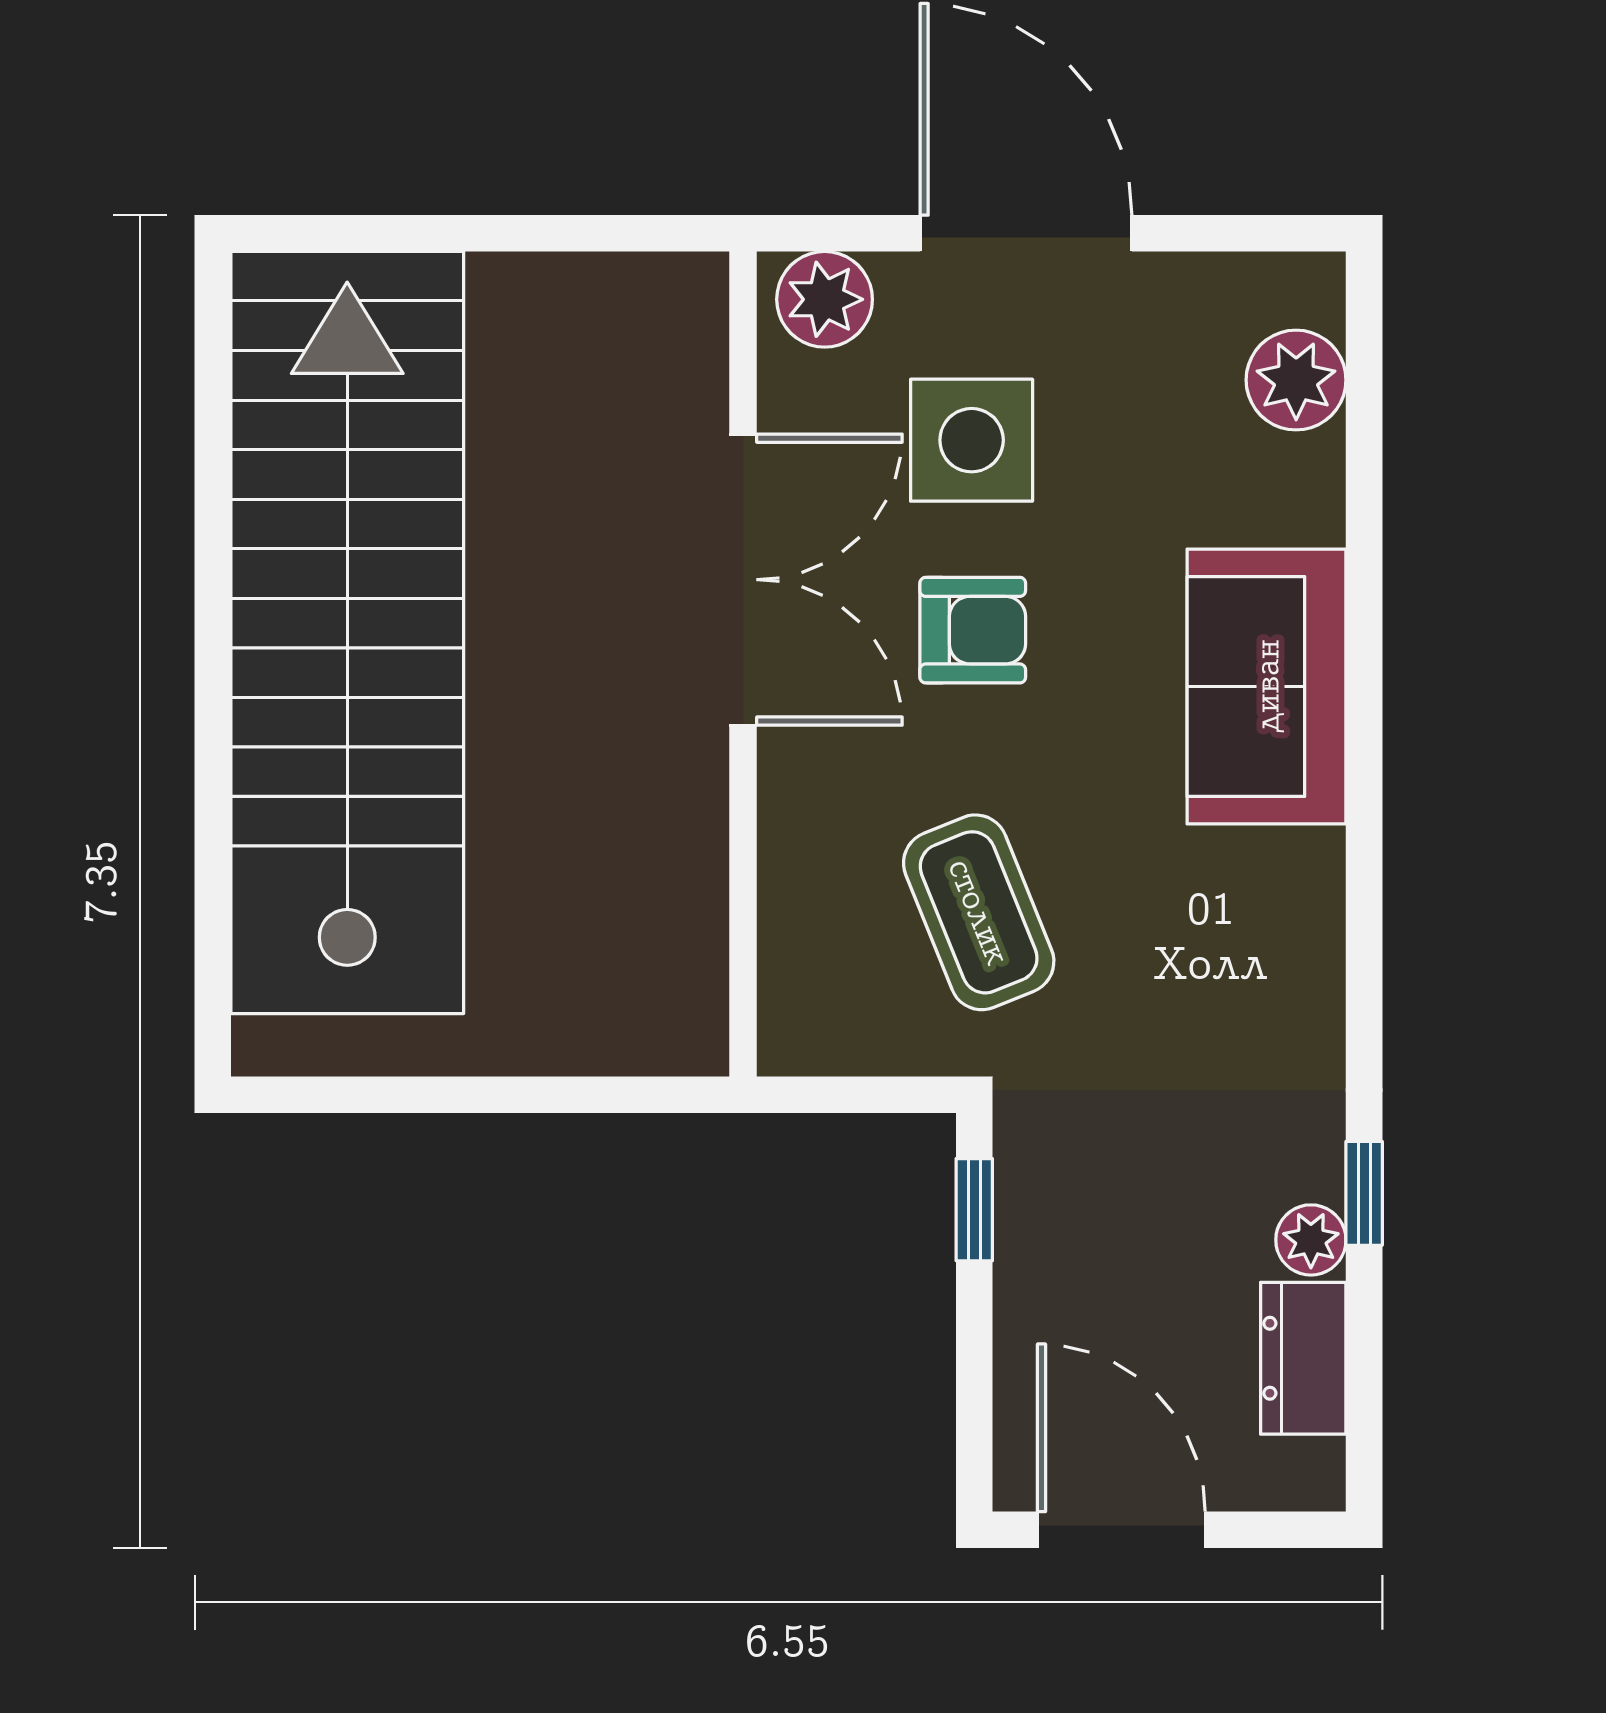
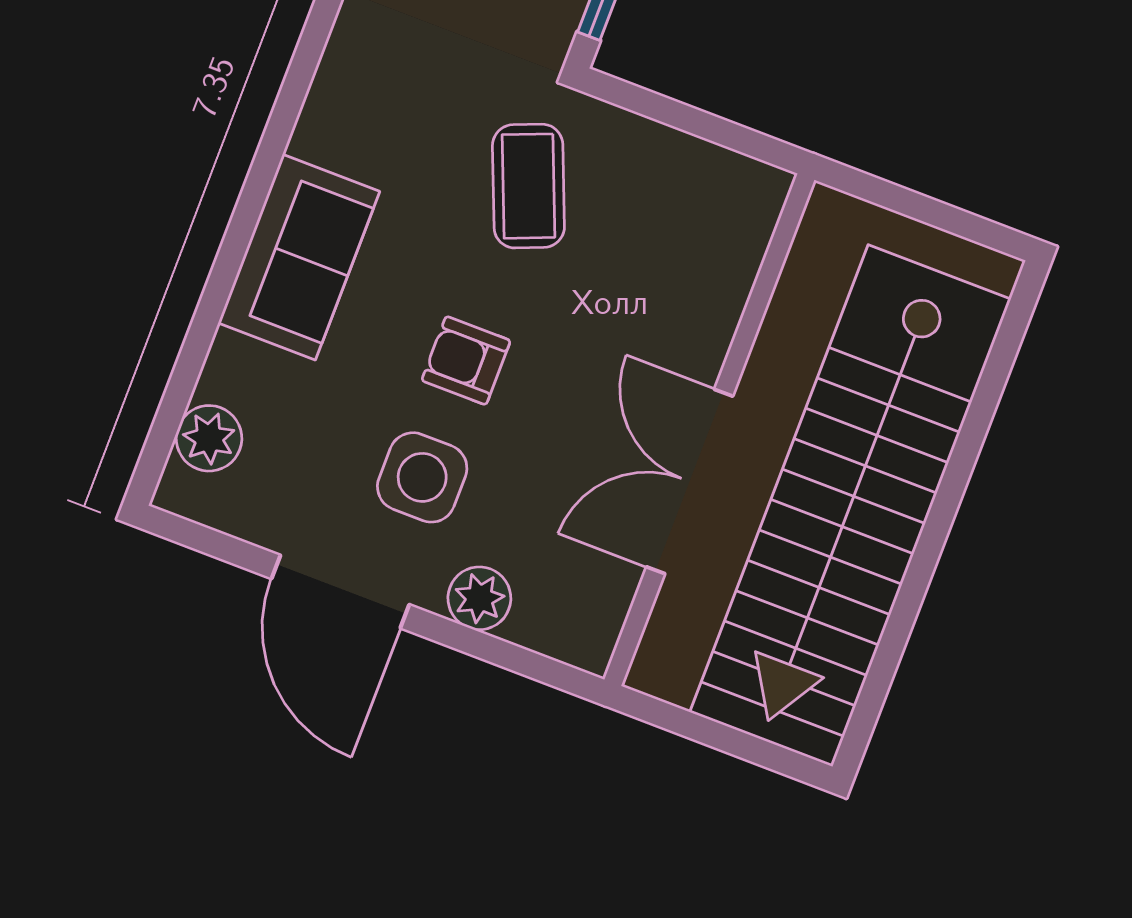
double door: (743, 580) -> (690, 481), moved
wall: (743, 664) -> (709, 430), moved

